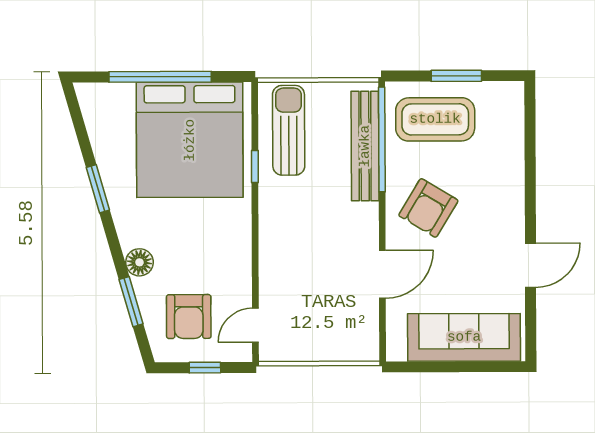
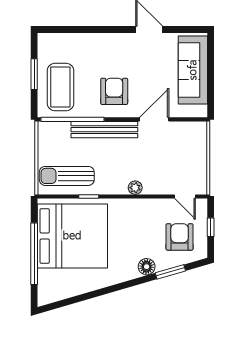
bench: (365, 146) -> (104, 130), moved
window: (98, 189) -> (102, 292), removed
armchair: (428, 208) -> (114, 91), turned -121
plant: (270, 243) -> (135, 188), added
door: (382, 274) -> (154, 119), hinge flipped
armchair: (189, 317) -> (180, 237), turned -90

